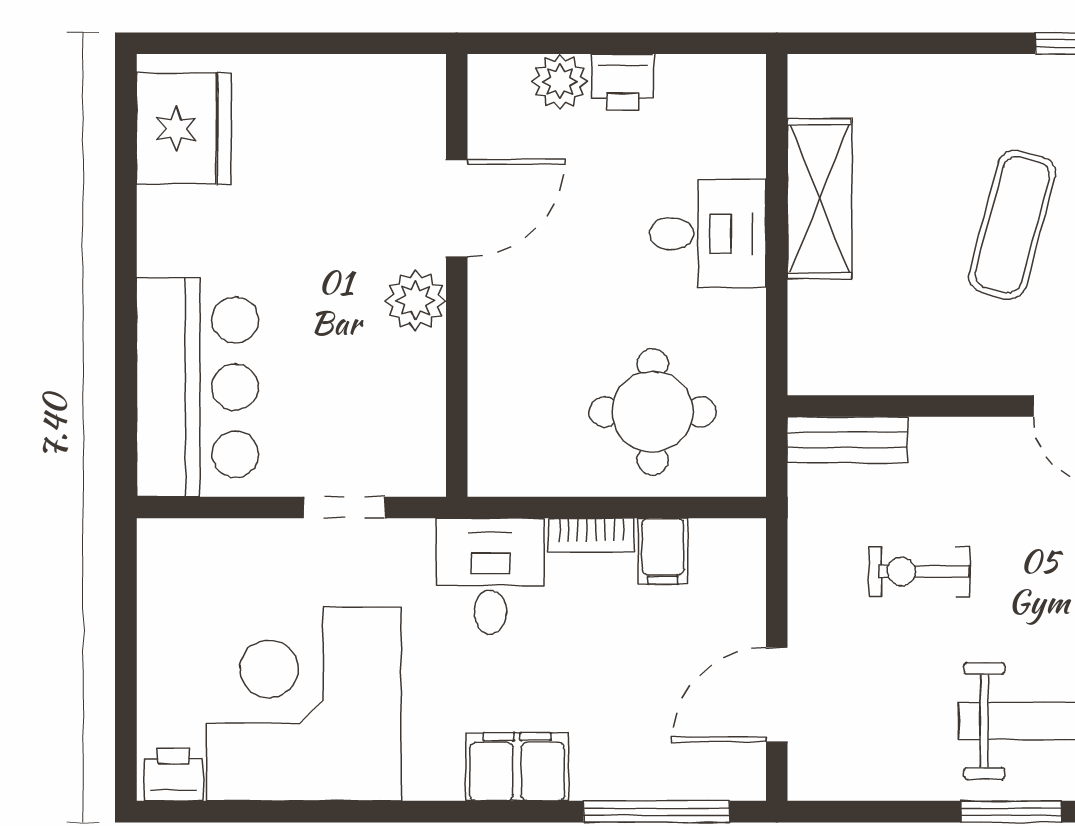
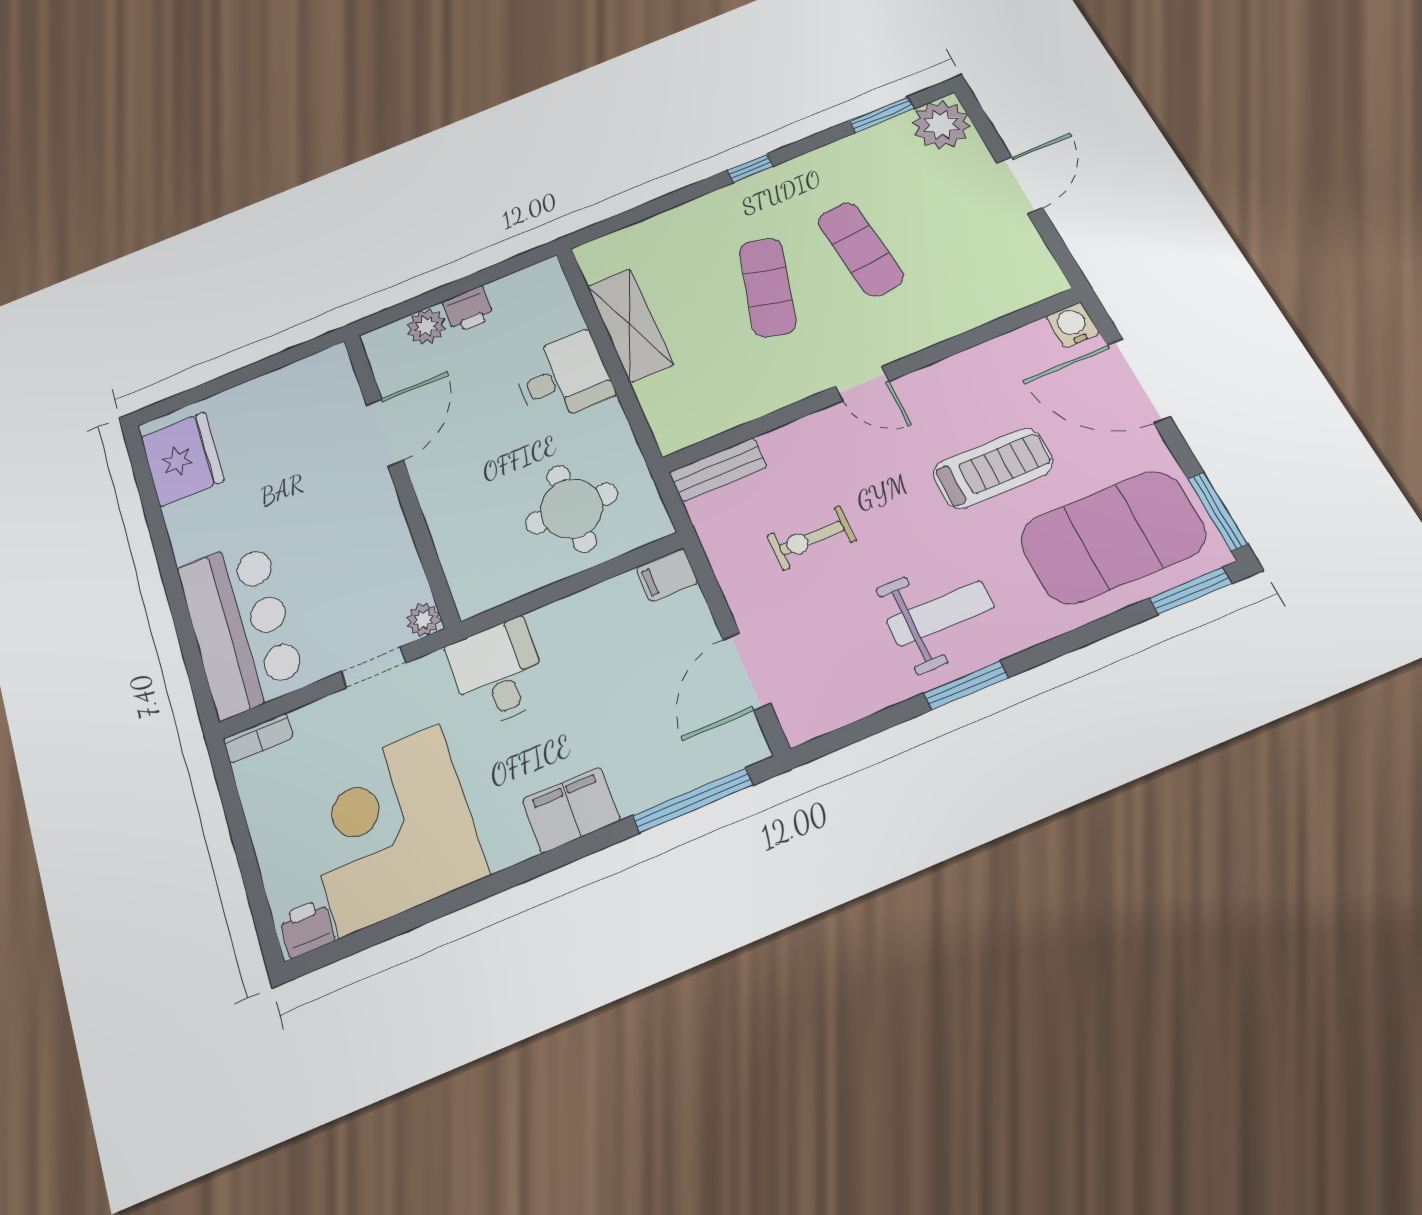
plant: (416, 301) -> (424, 620), moved, width x0.73, depth x0.73
bookcase: (591, 535) -> (258, 738), moved
filing cabinet: (663, 551) -> (667, 575), moved, turned 90

